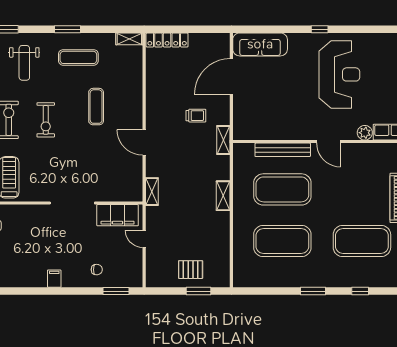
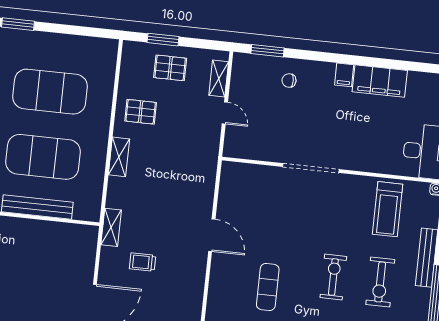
shelving: (152, 192) -> (219, 78), moved
filing cabinet: (118, 215) -> (380, 81), moved, turned 180
pallet: (210, 233) -> (141, 112), added

